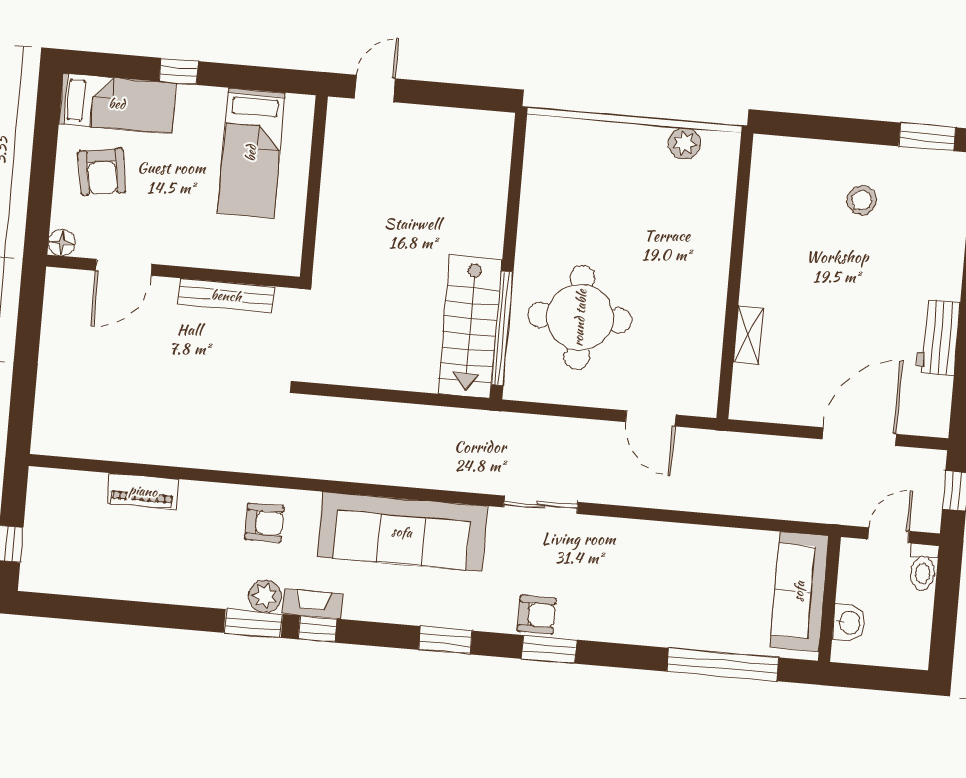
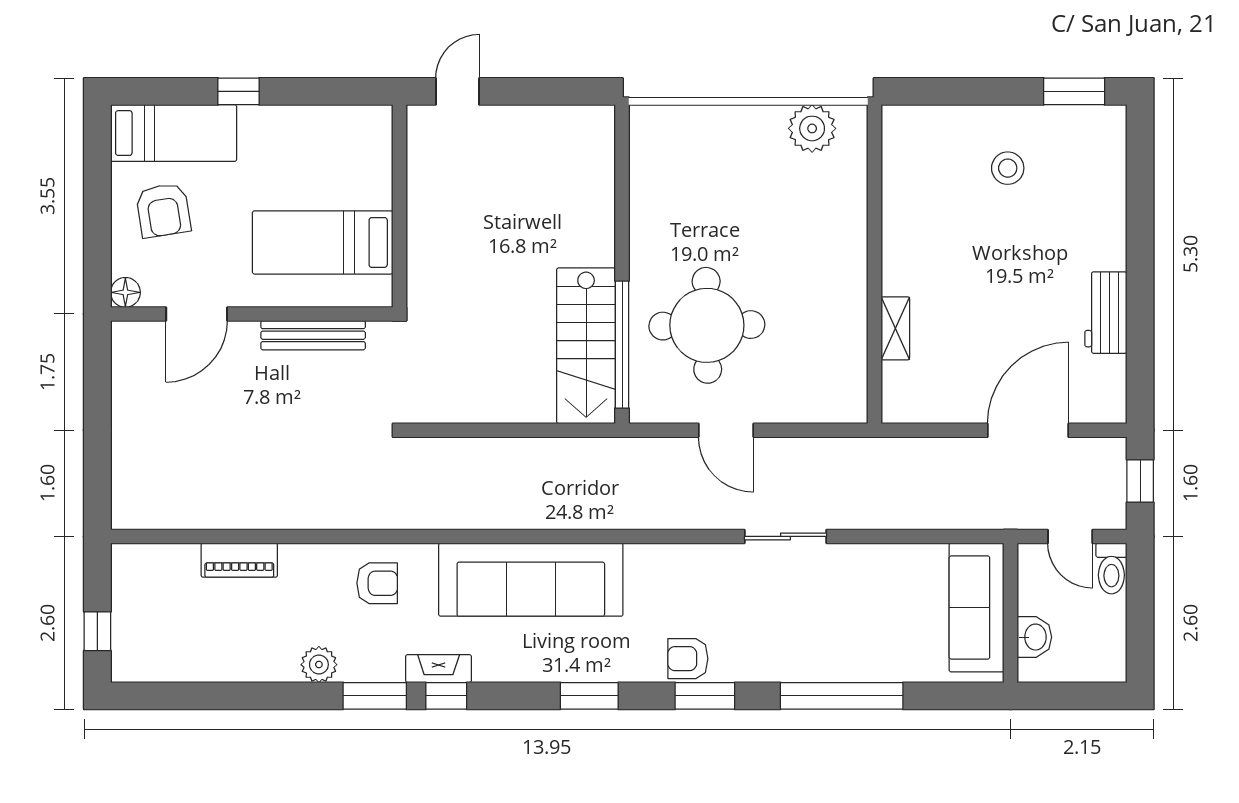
plant: (684, 143) -> (812, 128), width x1.36, depth x1.36
bed: (251, 153) -> (323, 242), moved, turned 90
door: (651, 418) -> (726, 430), moved
sliding door: (541, 505) -> (786, 536), moved
door: (889, 535) -> (1070, 536), swing flipped
plant: (265, 596) -> (319, 665), moved
armchair: (537, 615) -> (688, 659), turned 180
window: (723, 664) -> (842, 696), moved

